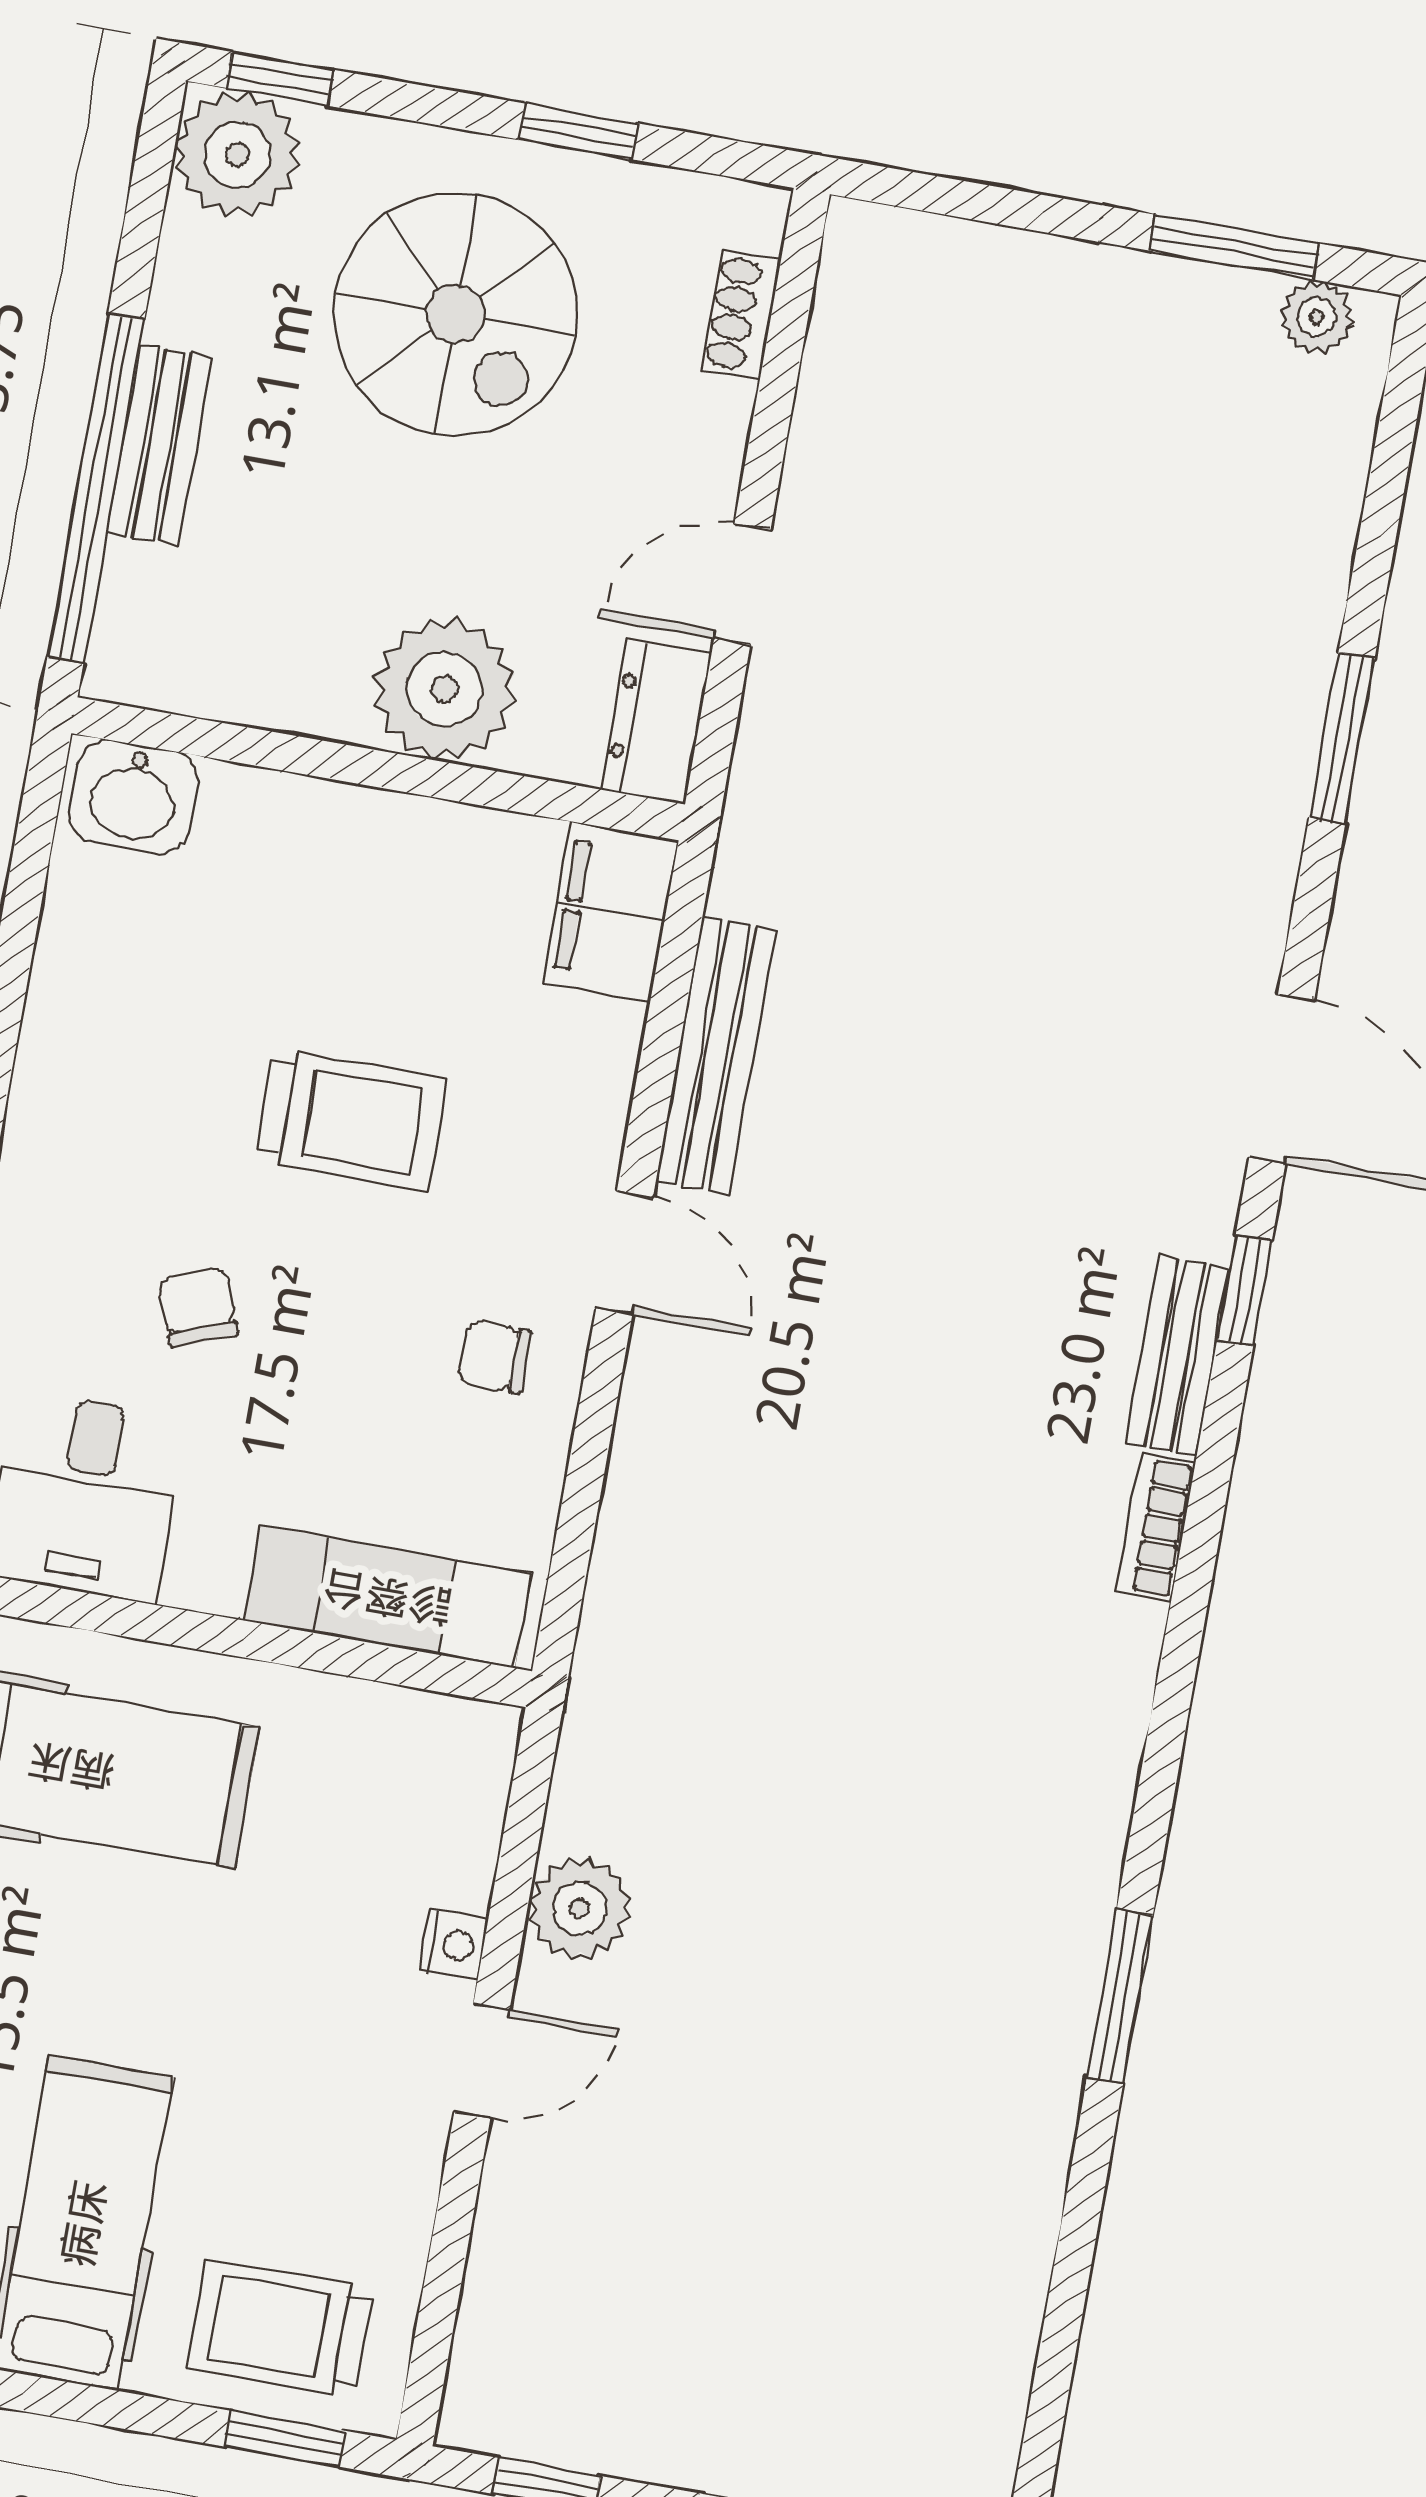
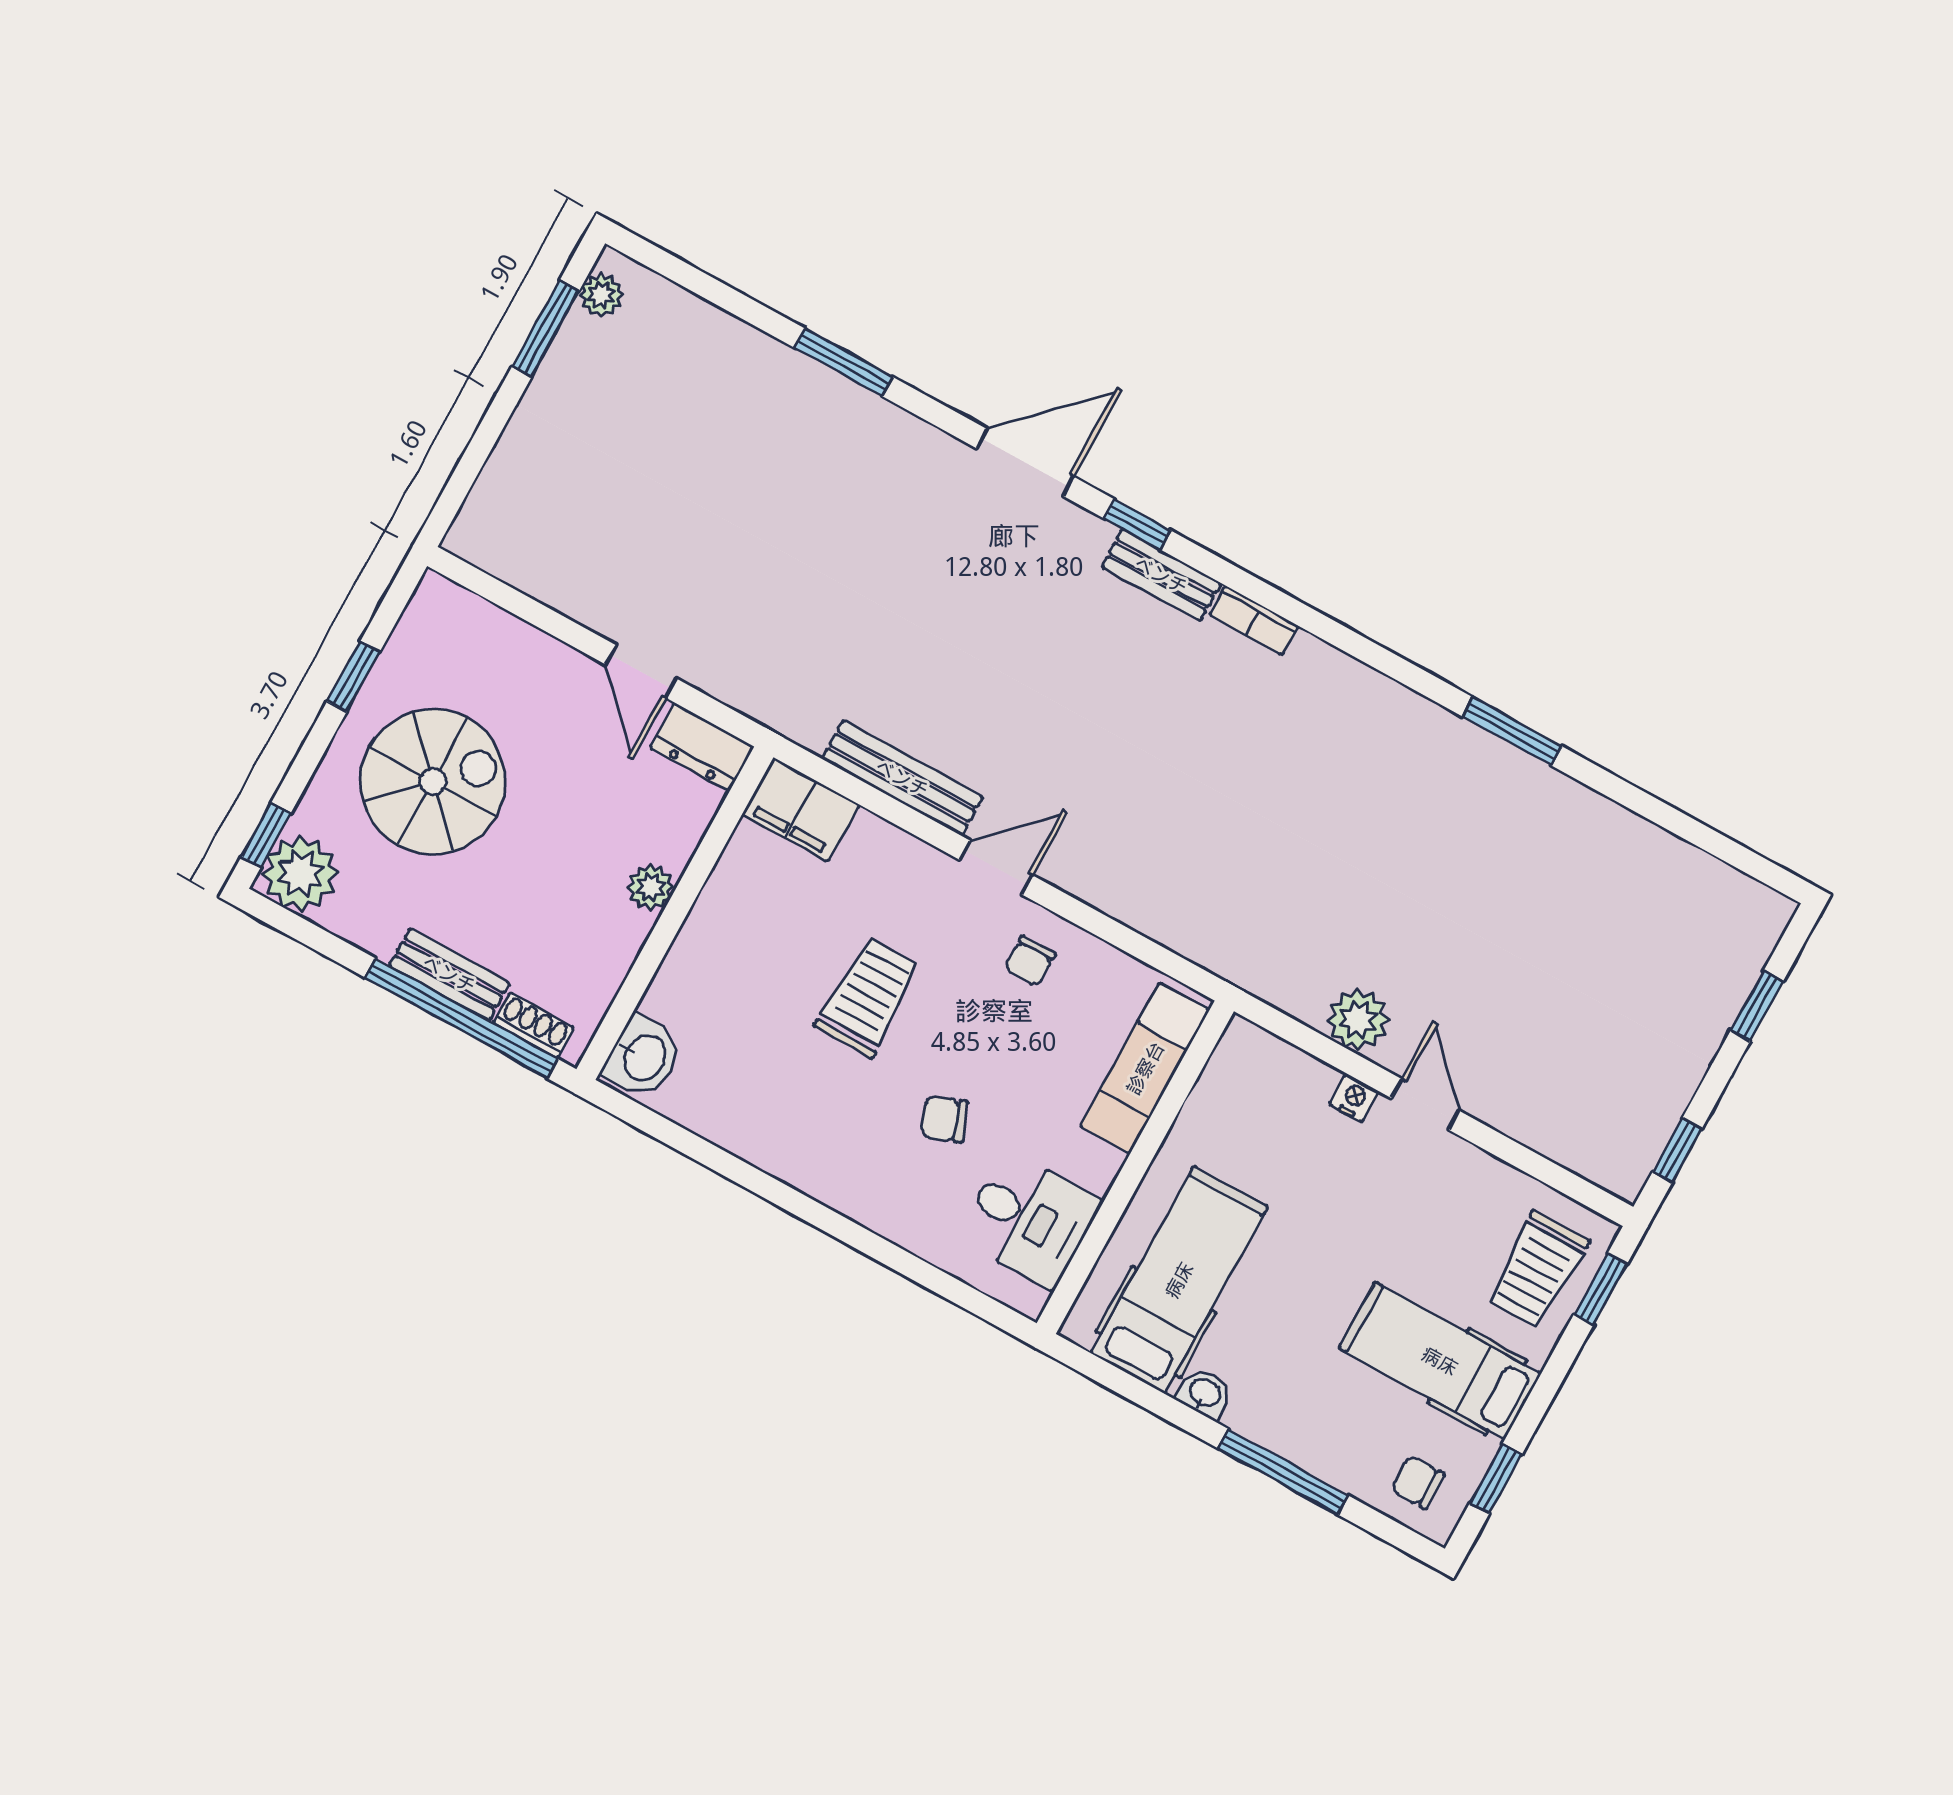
shoe rack: (741, 314) -> (534, 1025), moved, turned 180
plant: (445, 689) -> (651, 887), width x0.53, depth x0.53

